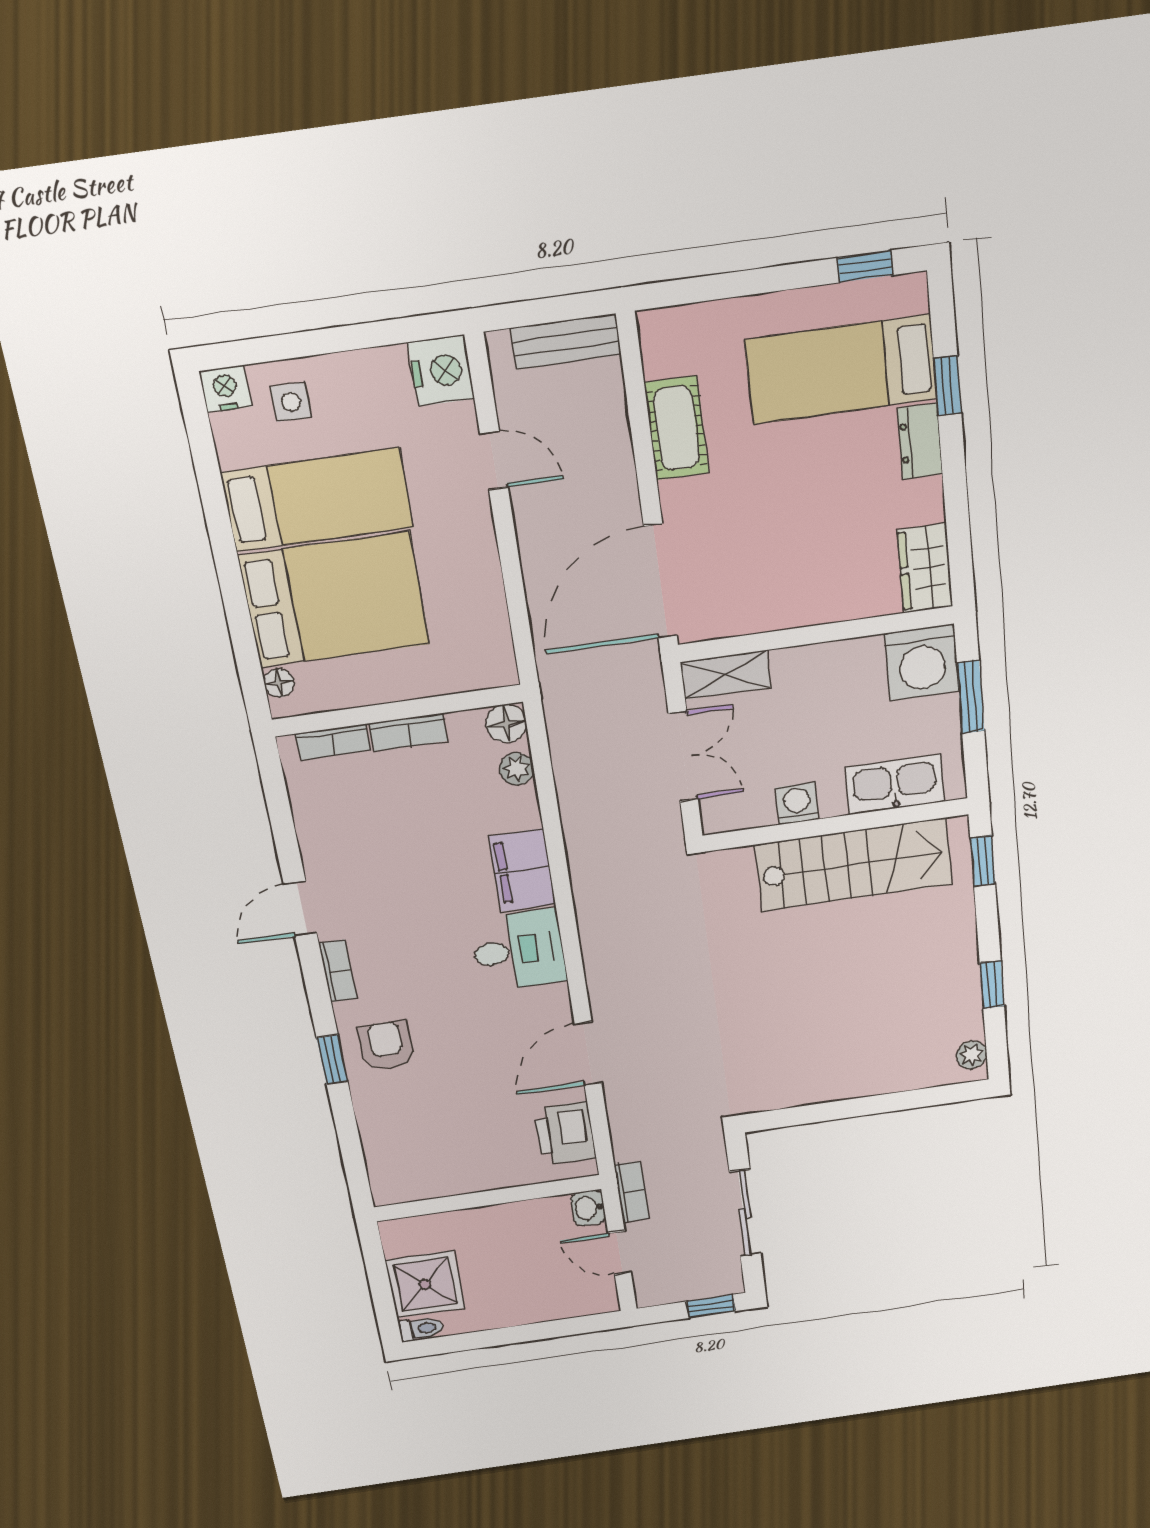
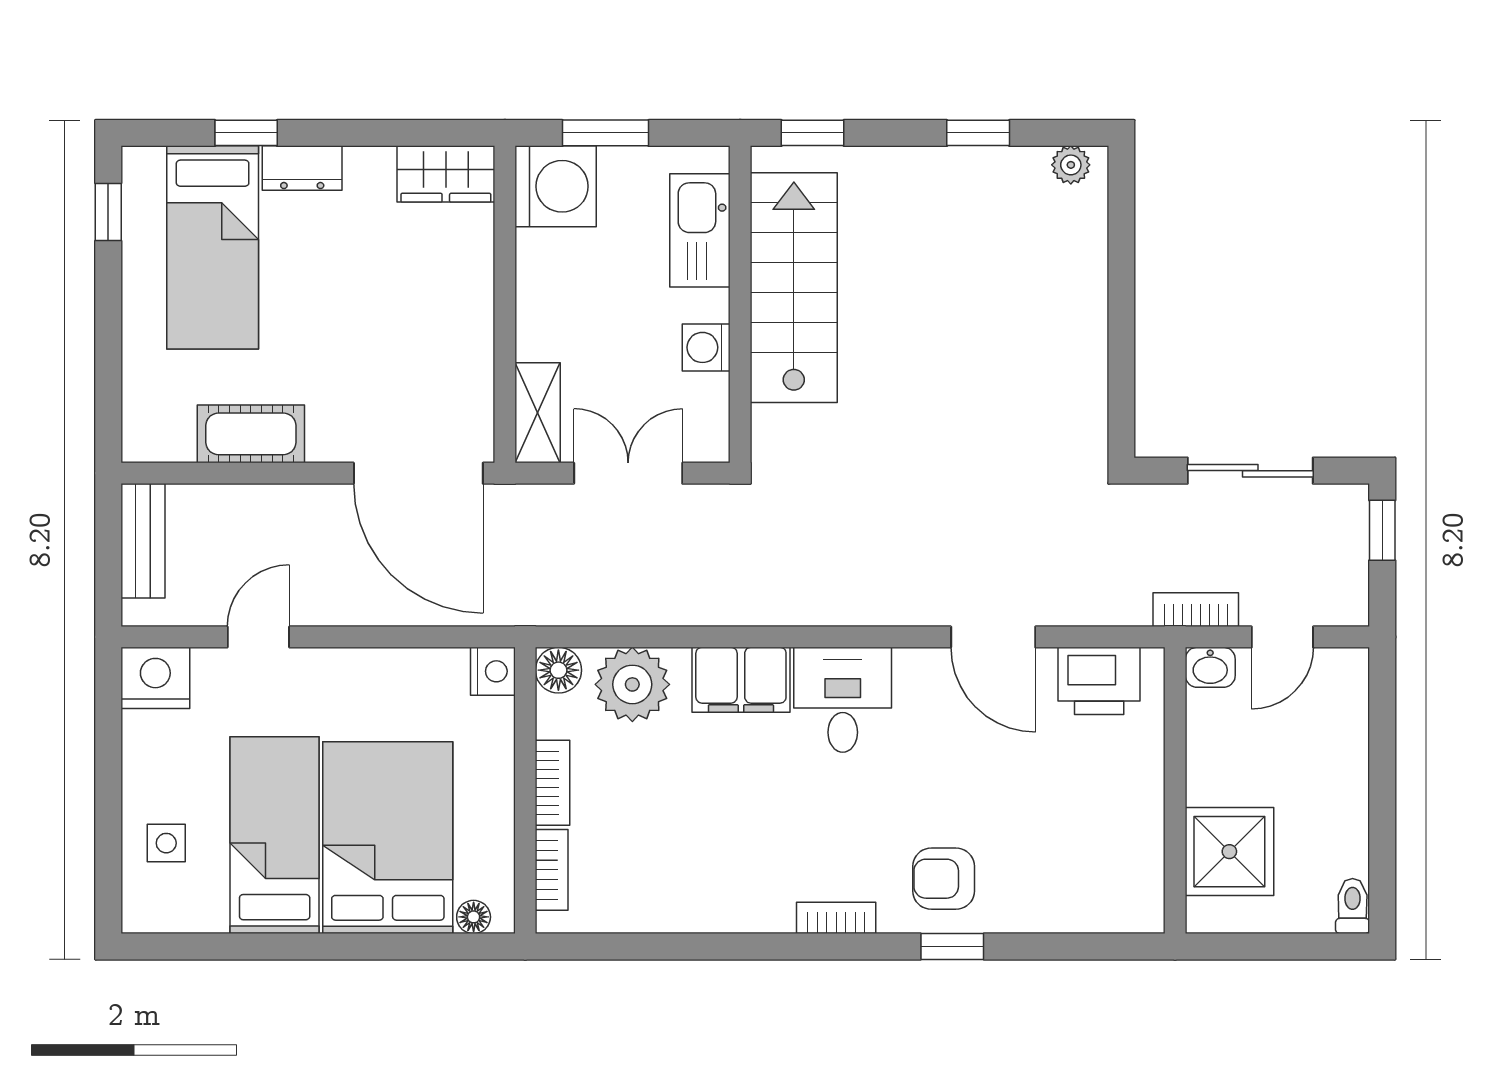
nightstand: (225, 389) -> (493, 671), moved, turned 180
plant: (517, 769) -> (632, 684), width x1.87, depth x1.87
door: (300, 909) -> (750, 947), removed
shower: (425, 1284) -> (1229, 852), moved

